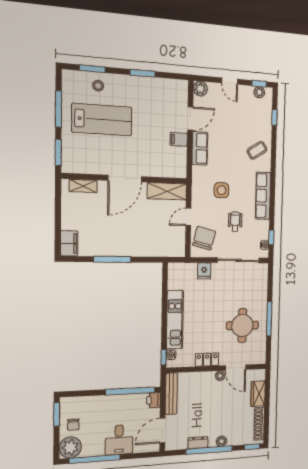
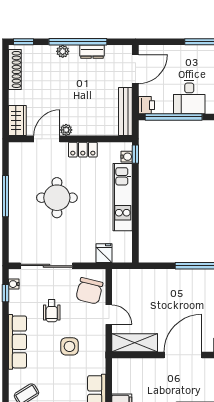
door: (188, 217) -> (109, 315), hinge flipped
fridge: (204, 271) -> (104, 253), moved
round table: (242, 325) -> (57, 198), moved
door: (236, 368) -> (47, 139), hinge flipped
wardrobe: (258, 394) -> (17, 121), moved
desk: (119, 440) -> (189, 97), moved, turned 180

